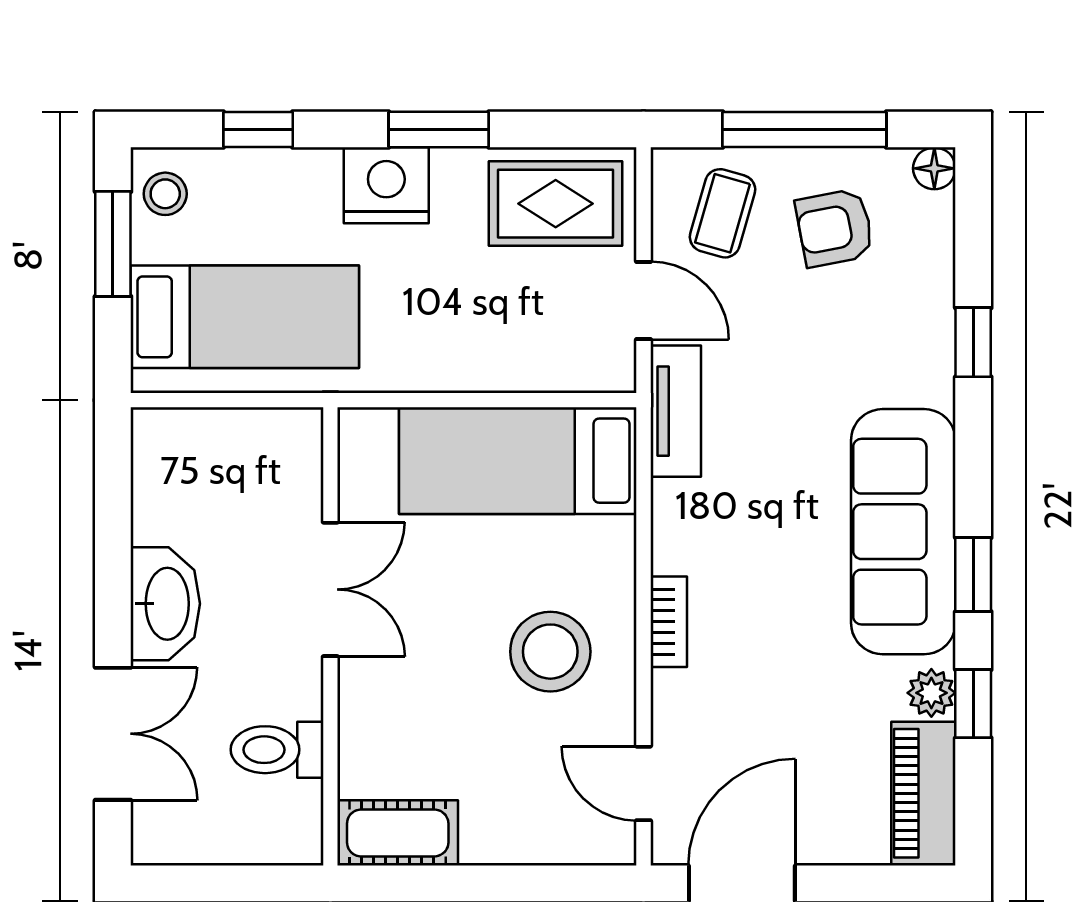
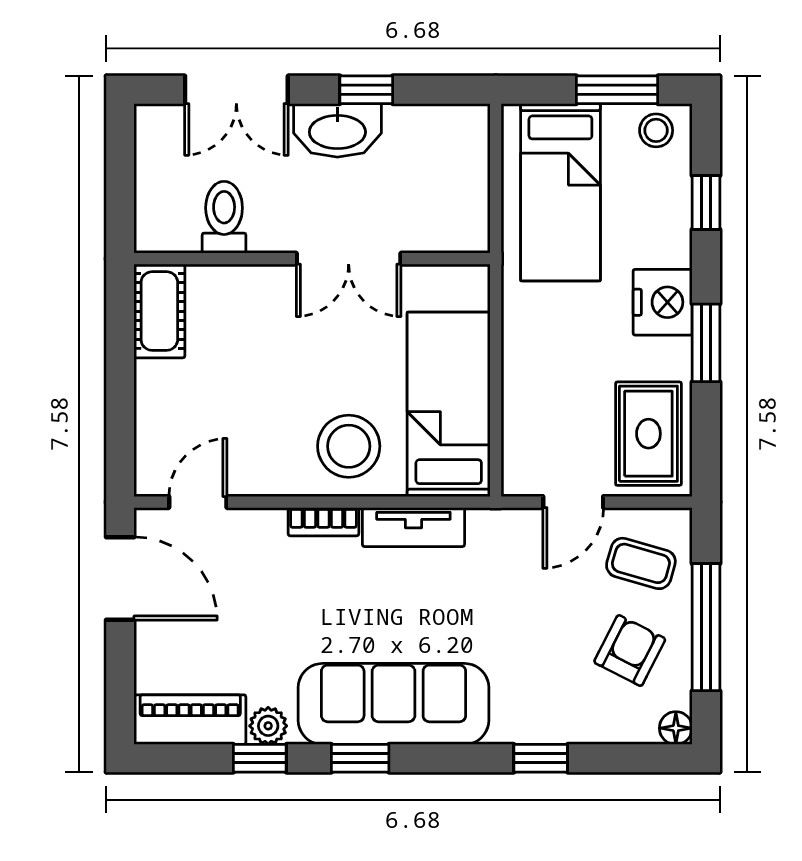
armchair: (835, 228) -> (630, 651), turned 38
tv unit: (676, 411) -> (413, 527), moved
window: (113, 567) -> (366, 90), added
stool: (550, 652) -> (349, 446), moved

